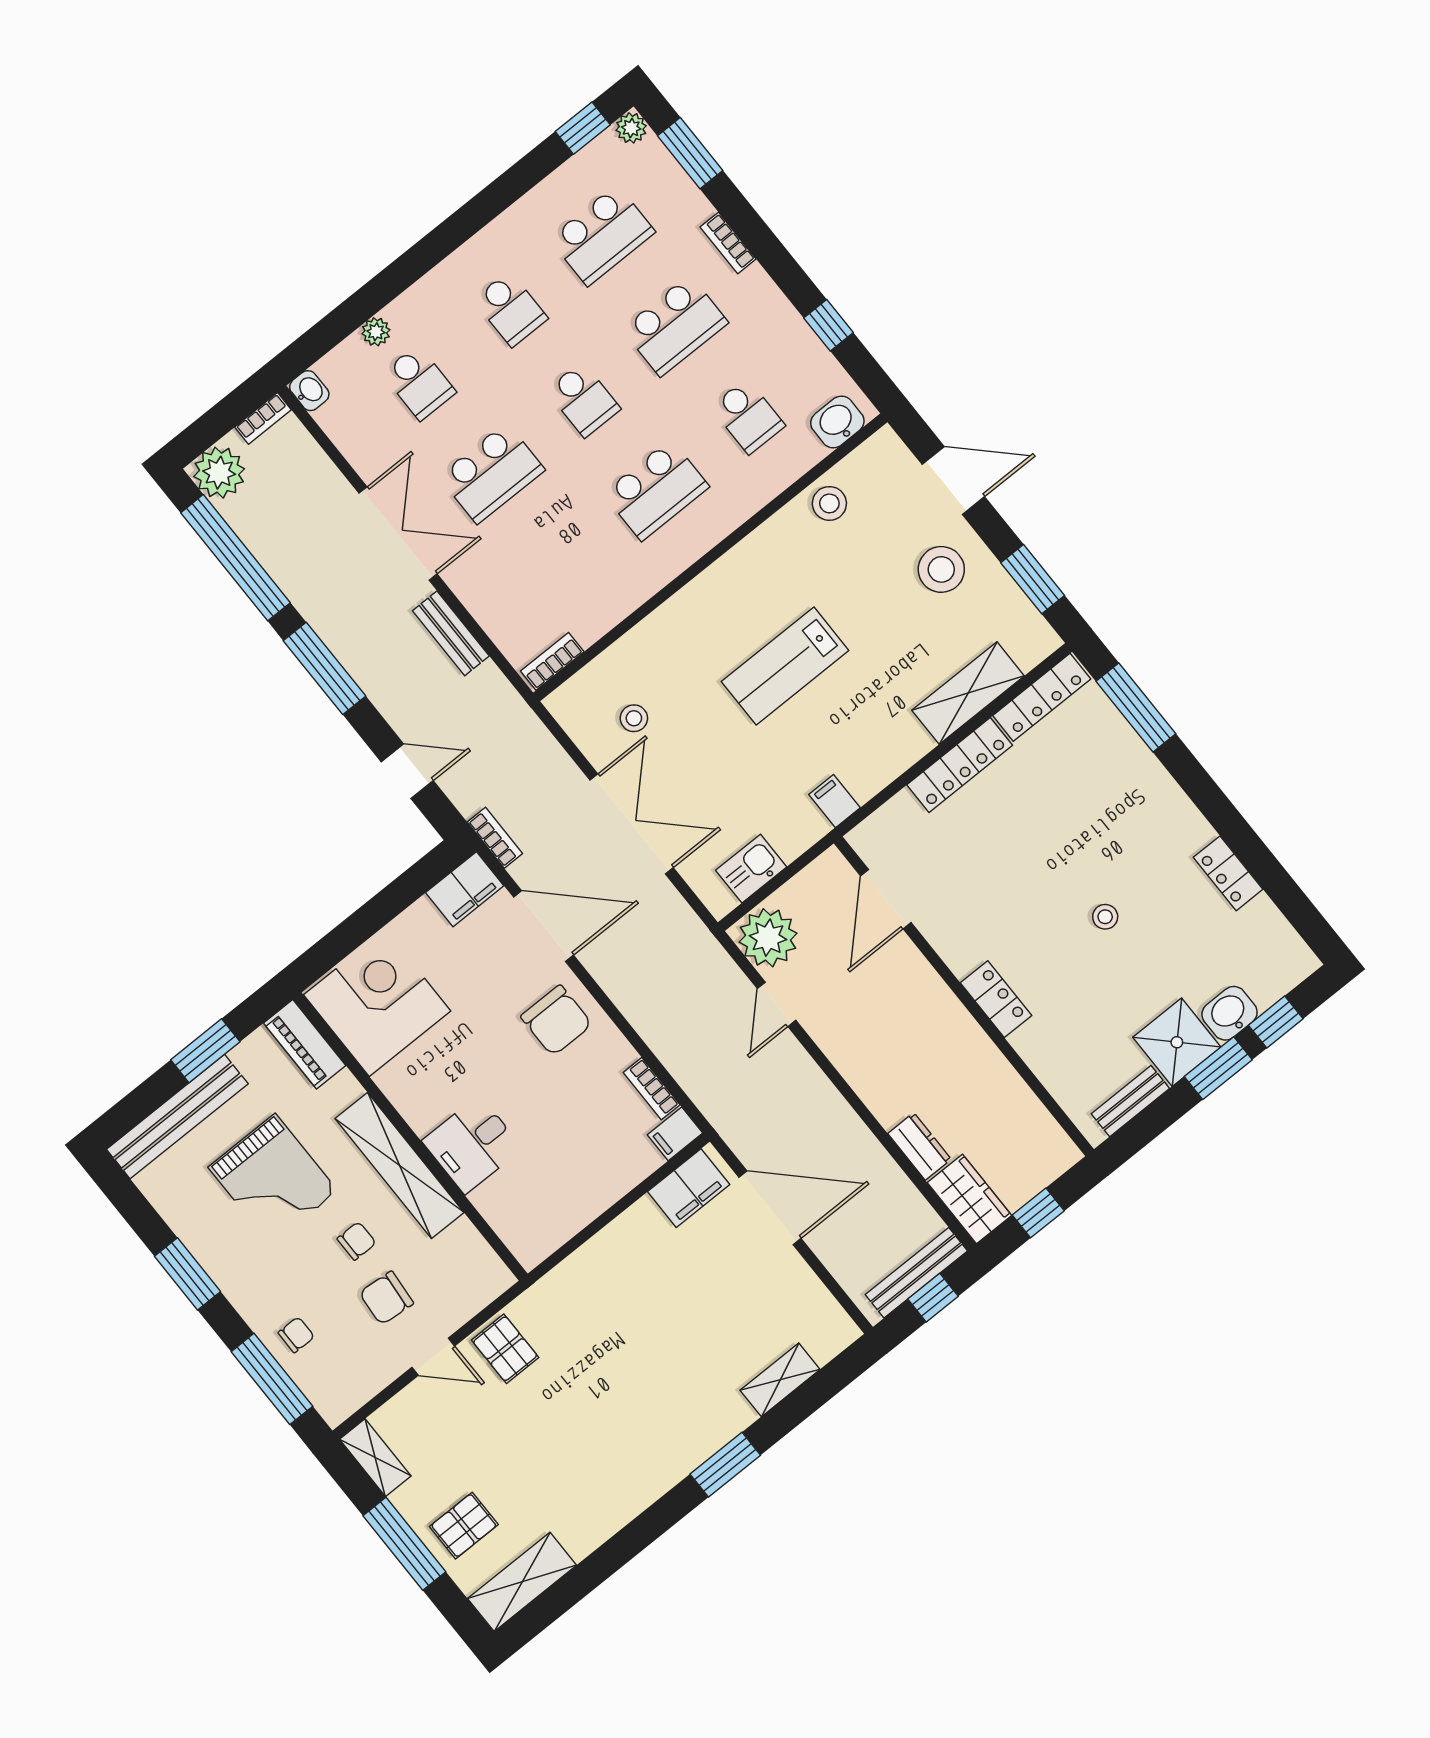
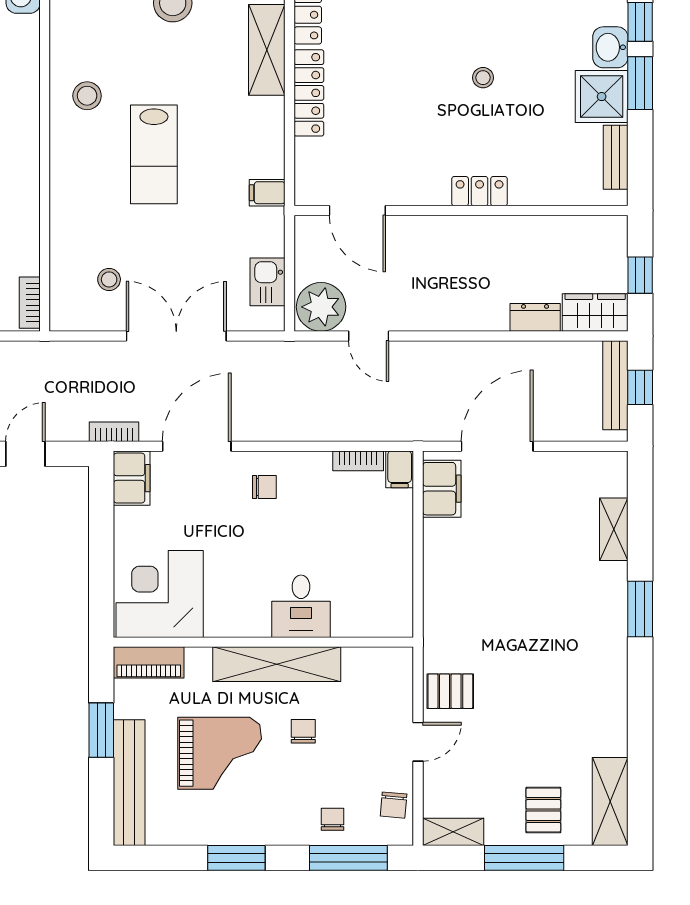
stool: (829, 503) -> (87, 96), moved
chair: (556, 1020) -> (264, 487), width x0.54, depth x0.54
chair: (386, 1298) -> (394, 805), moved, width x0.73, depth x0.73

